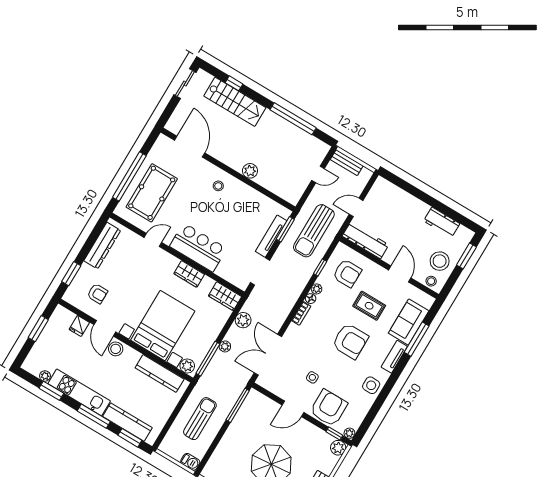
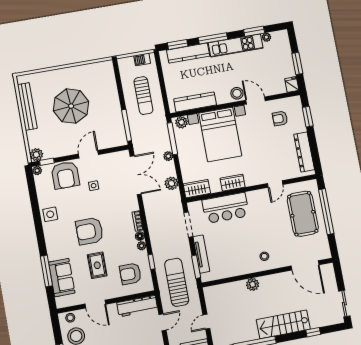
stairs: (235, 102) -> (283, 324), moved
bar counter: (198, 247) -> (226, 208), moved
rug: (369, 306) -> (97, 265), turned 90
fridge: (79, 326) -> (292, 84), moved
tv unit: (394, 357) -> (51, 246), removed
barbecue: (190, 462) -> (142, 60), moved

